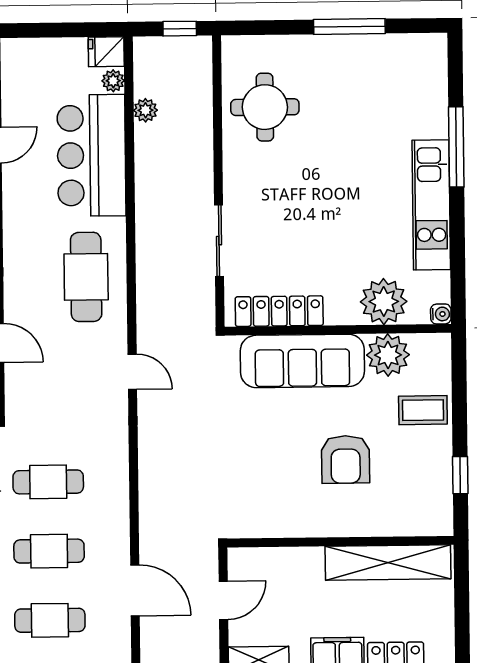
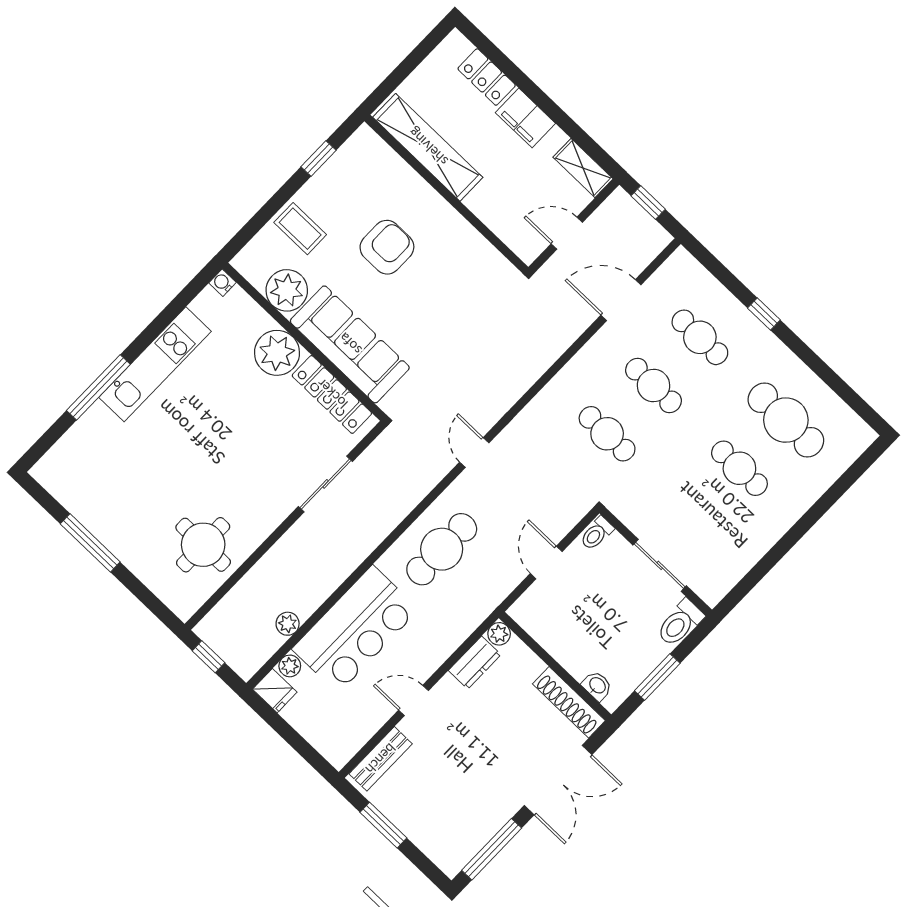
plant: (384, 302) -> (277, 353), moved
door: (135, 590) -> (621, 300), hinge flipped

